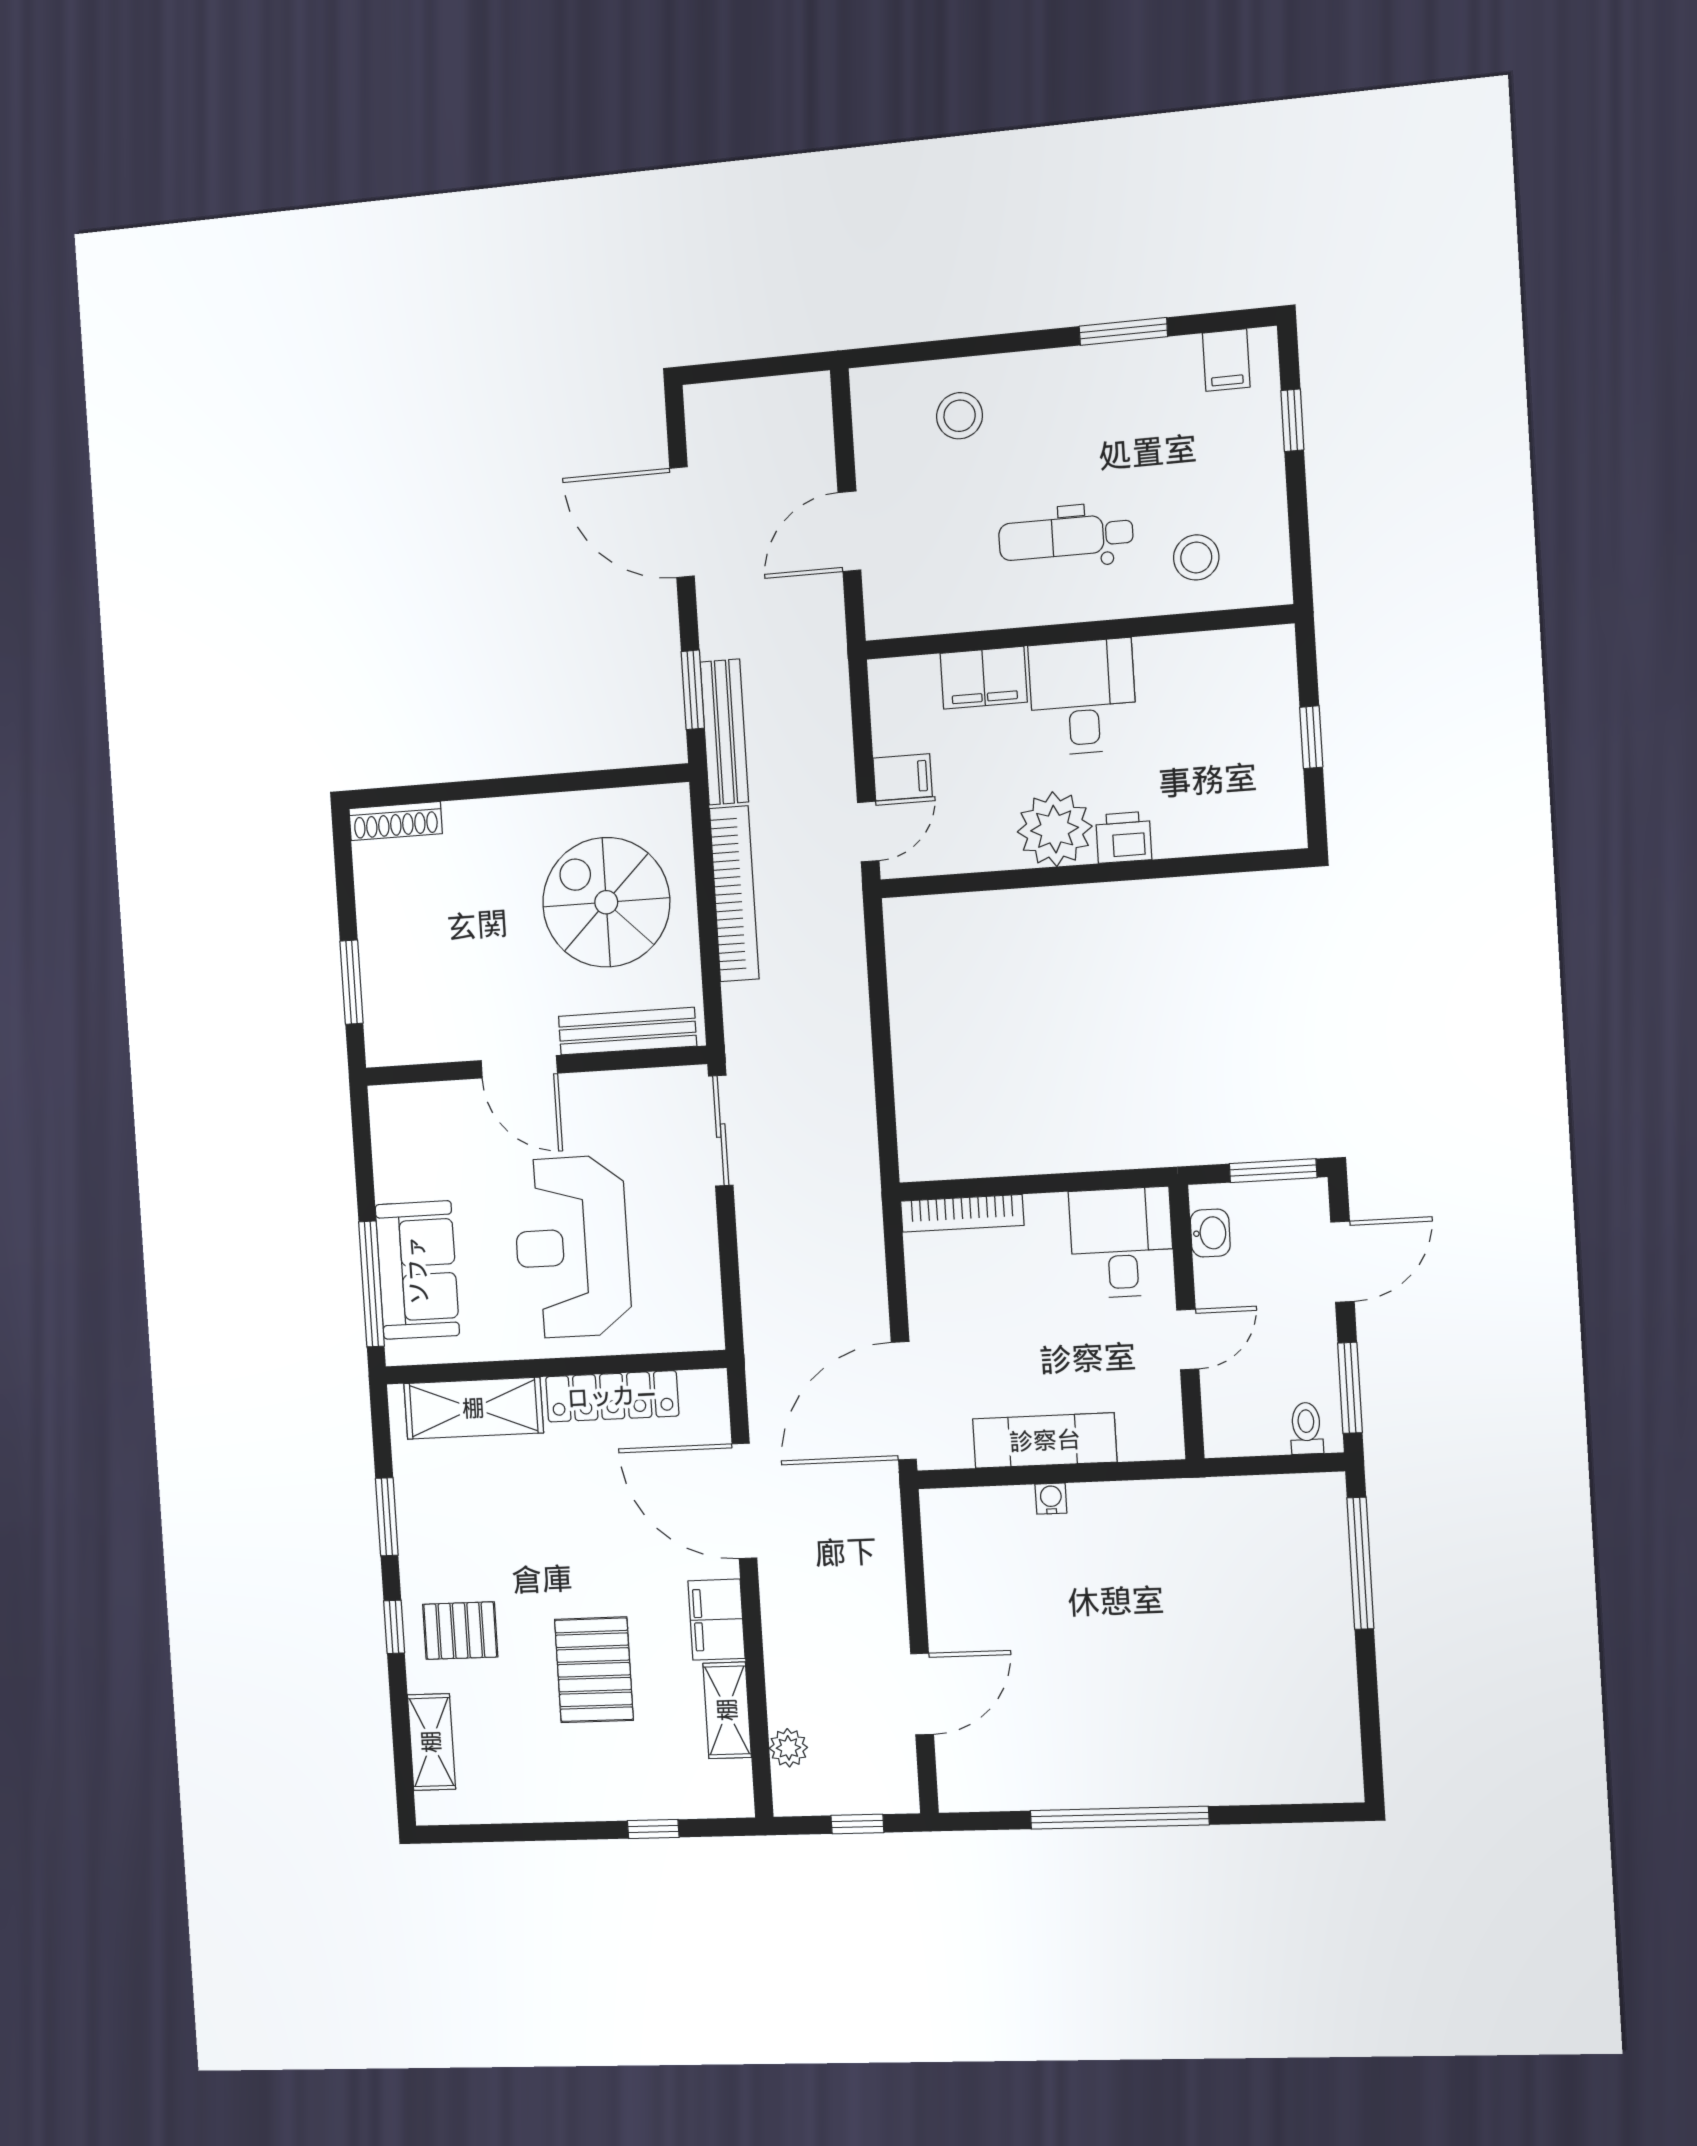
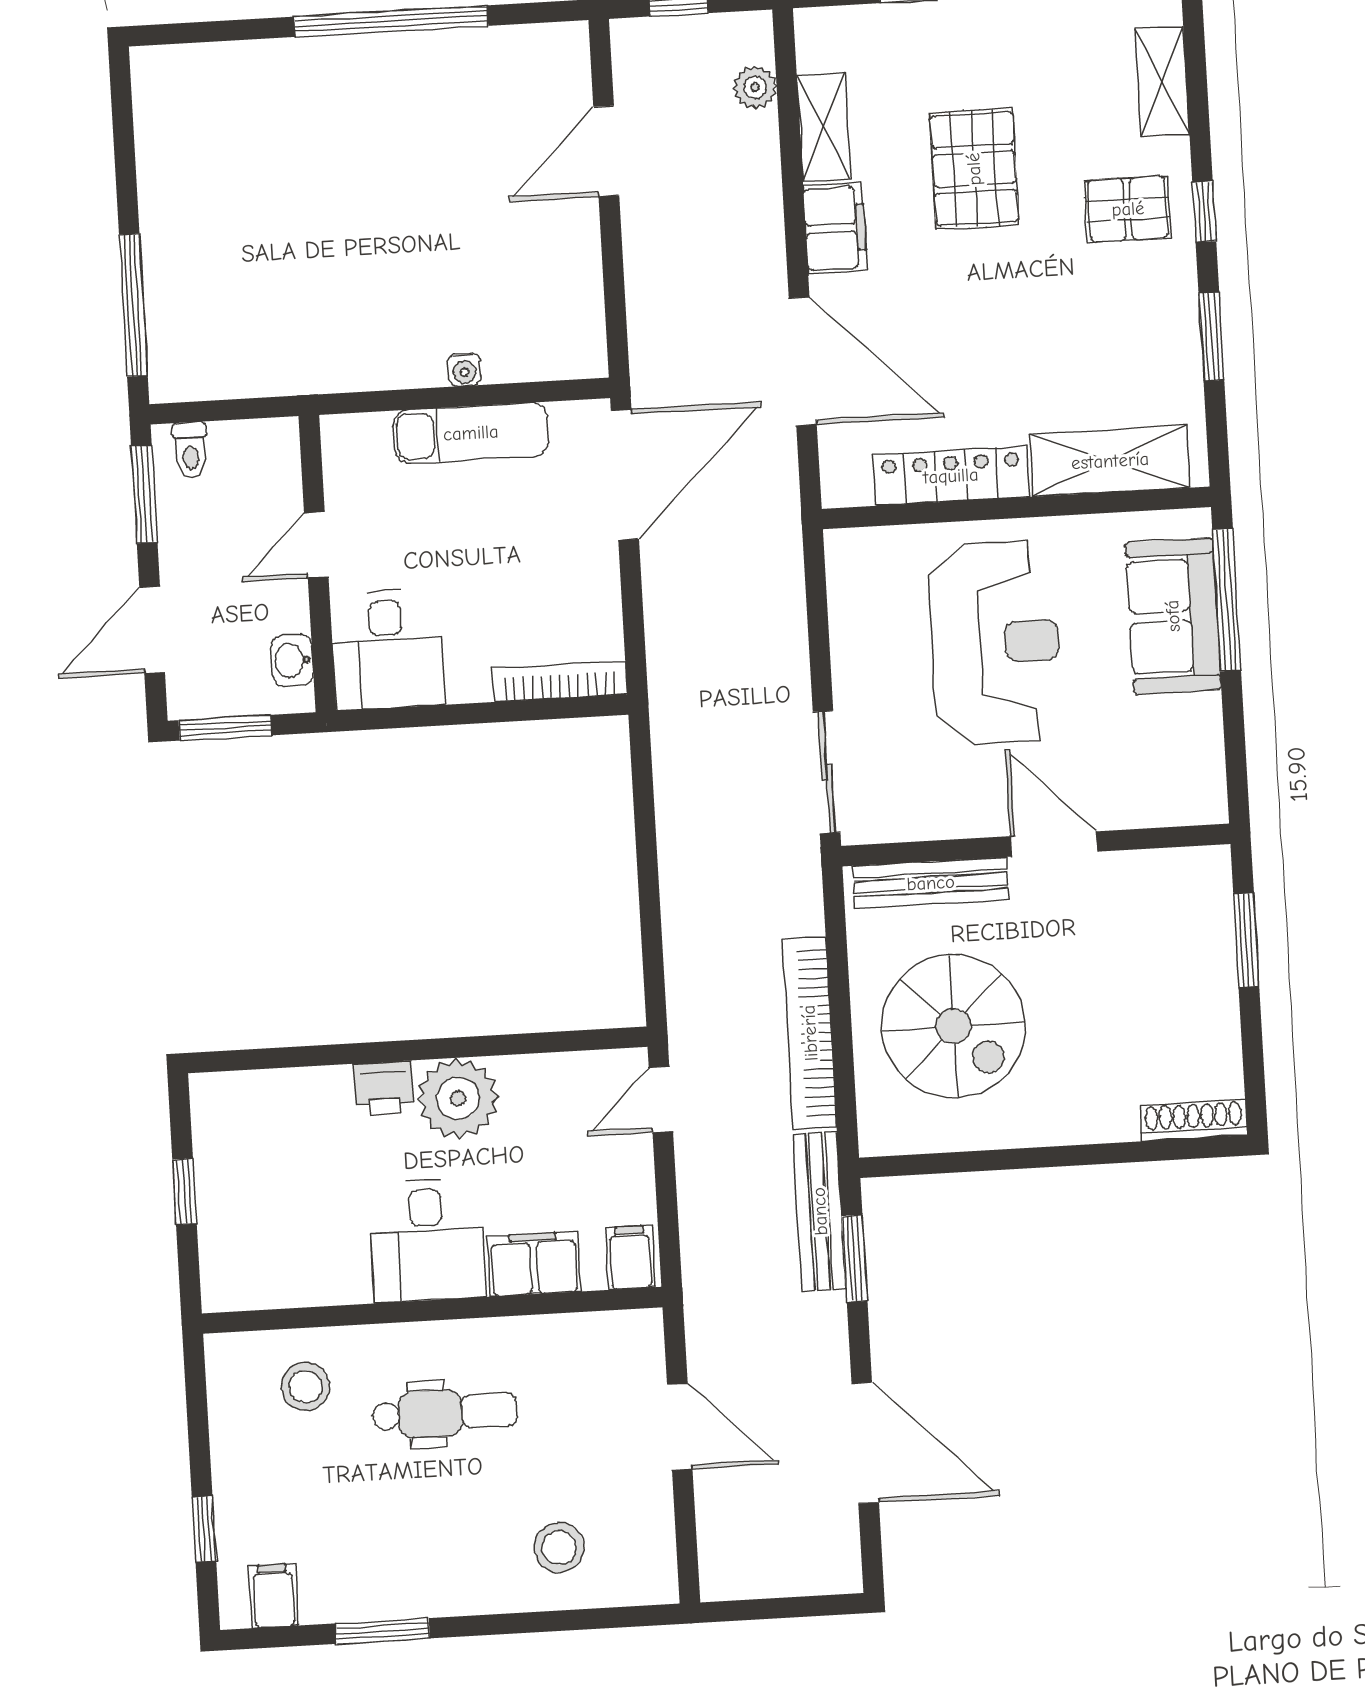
door: (849, 531) -> (680, 1427), hinge flipped
filing cabinet: (903, 777) -> (630, 1257), moved, turned 90

